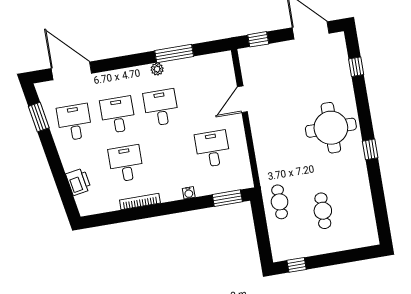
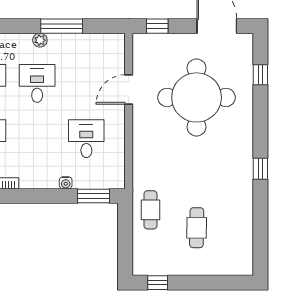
round table: (331, 128) -> (197, 97), moved, width x1.36, depth x1.36
water cooler: (189, 193) -> (66, 183), moved

